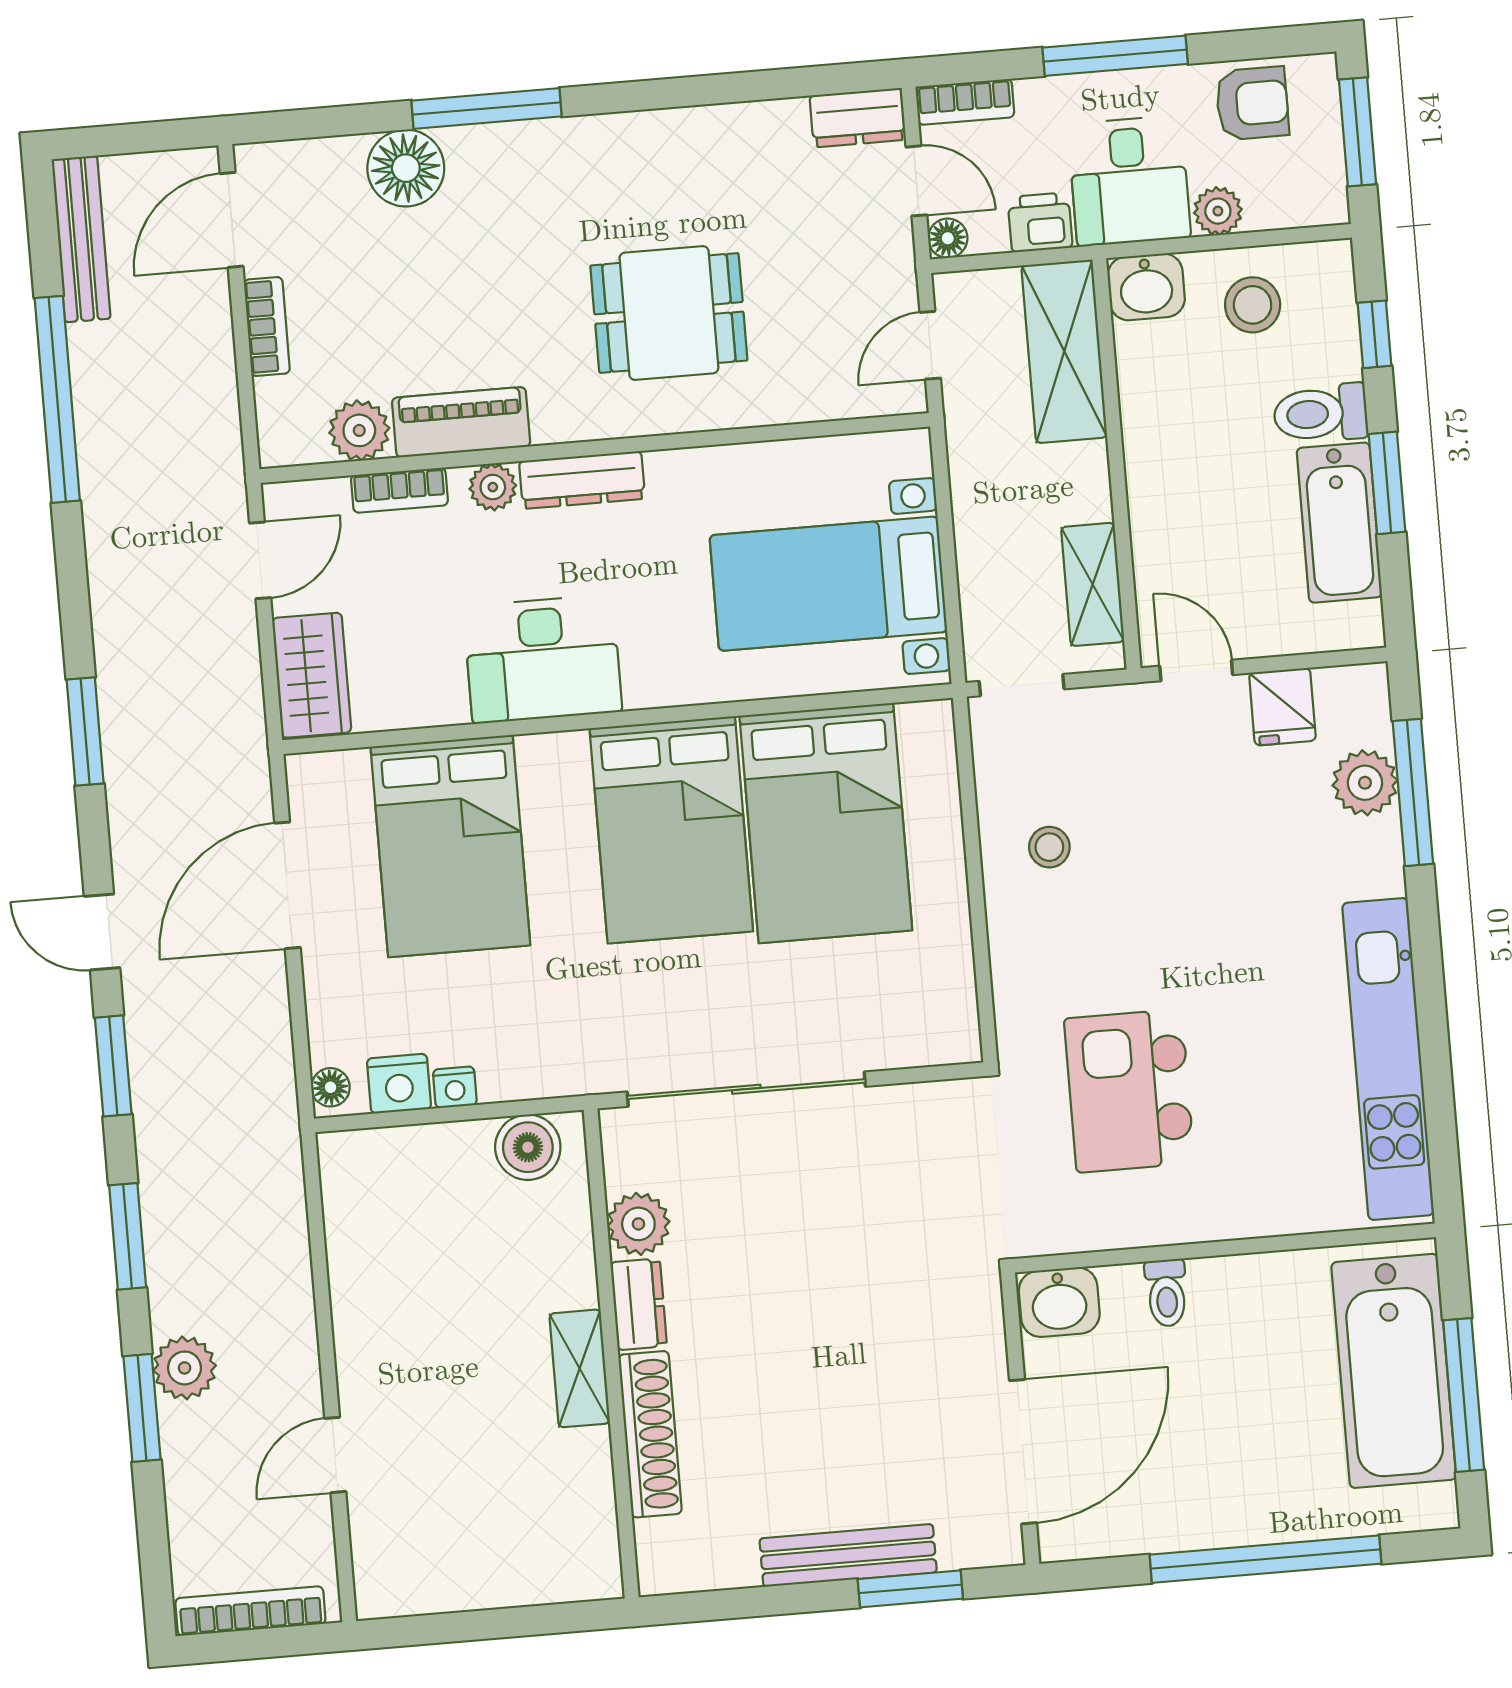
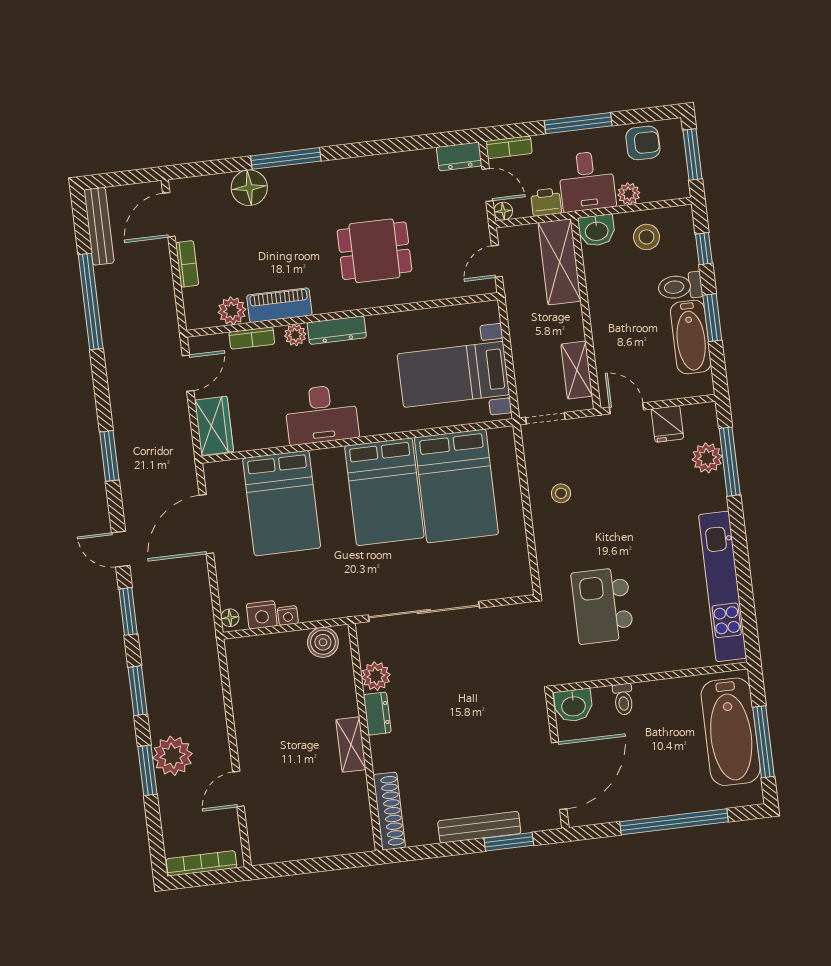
plant: (185, 1368) -> (173, 756), width x1.36, depth x1.36
shoe rack: (650, 1434) -> (389, 811), moved

